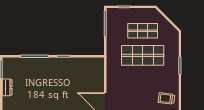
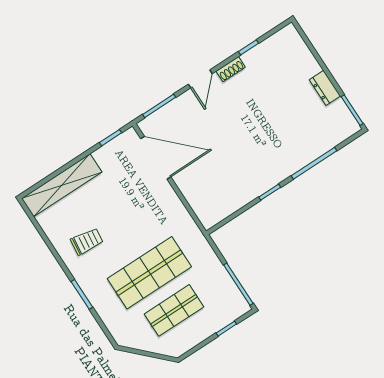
trolley: (166, 98) -> (87, 241), moved

